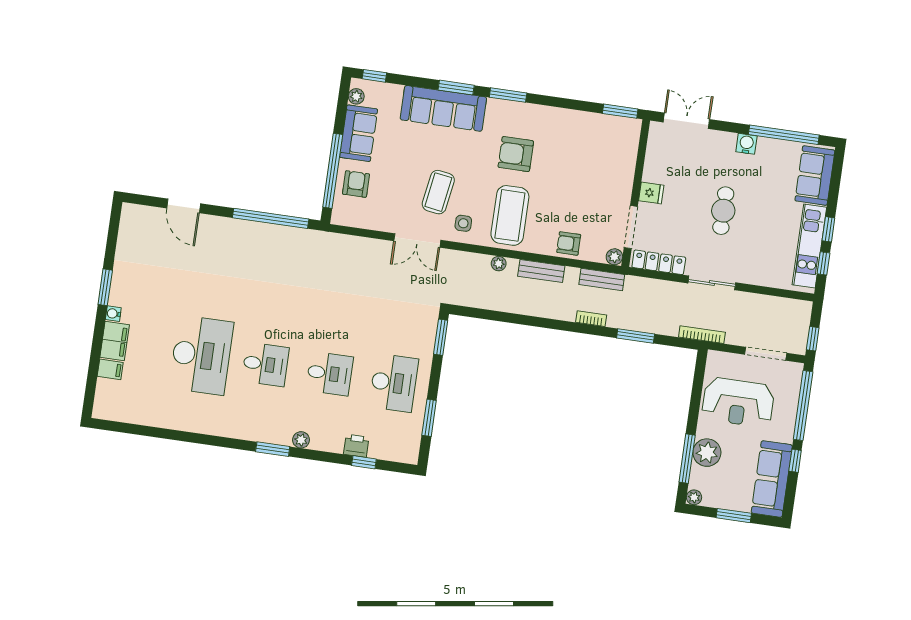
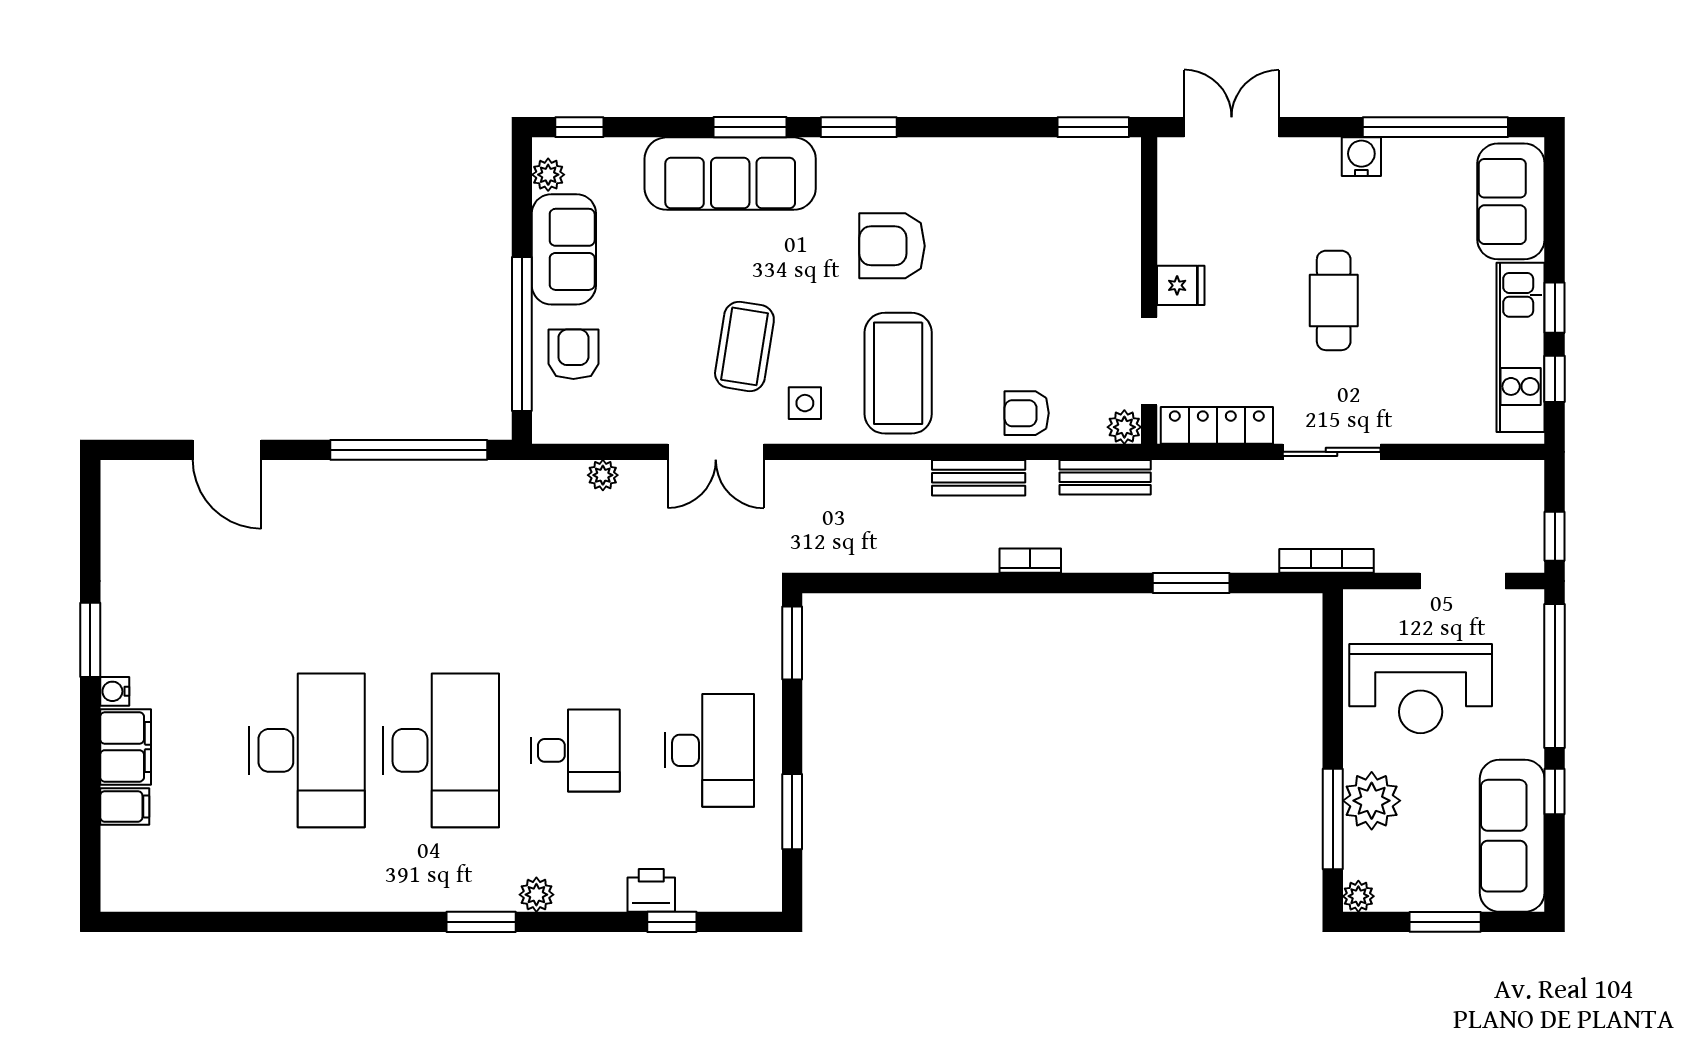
plant: (499, 264) -> (603, 475), moved
bookcase: (591, 319) -> (1030, 561), moved
desk: (265, 364) -> (441, 750), width x1.87, depth x1.30

